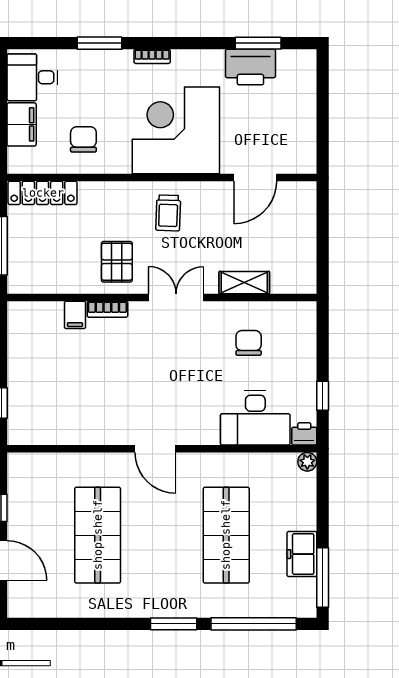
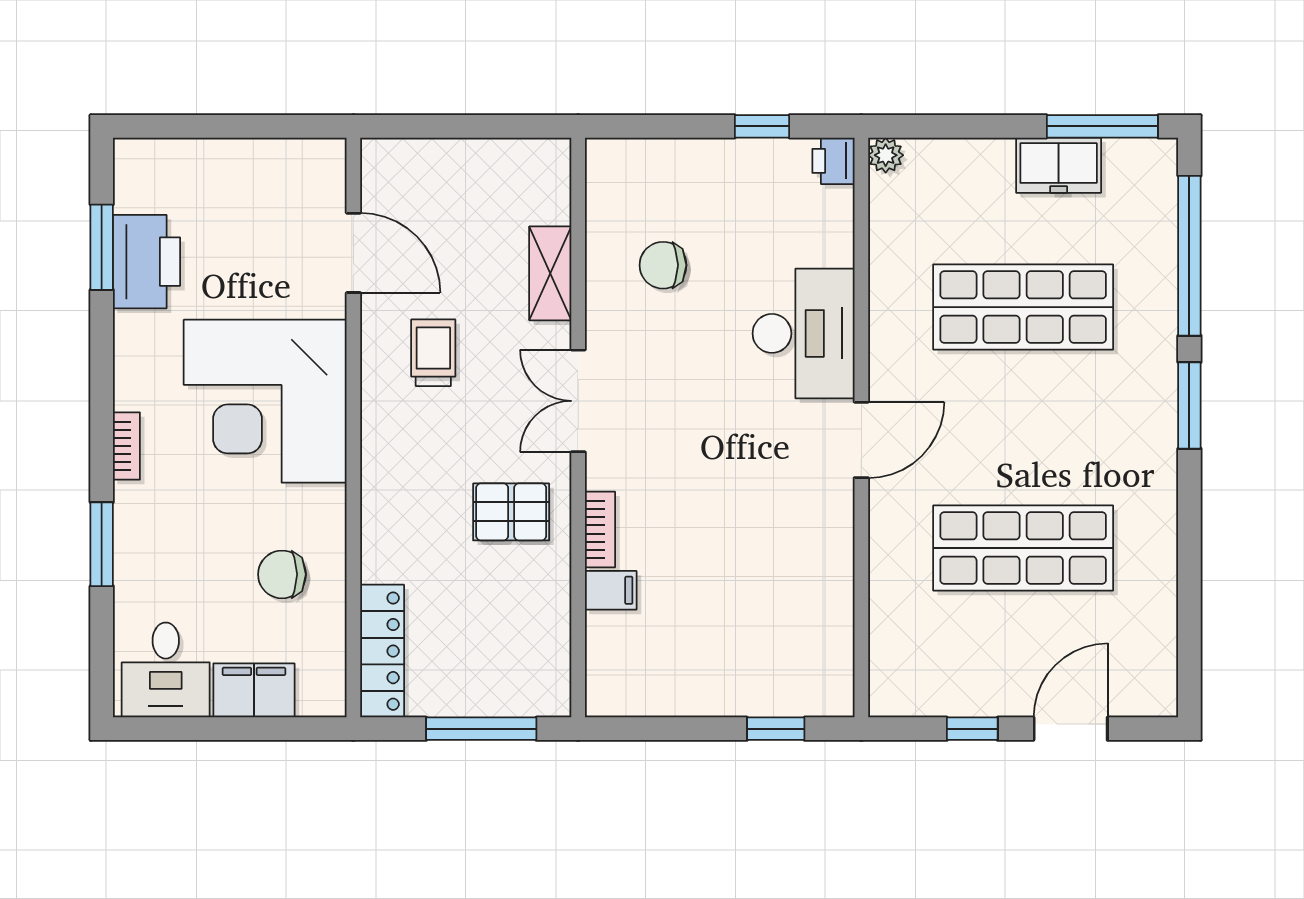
trolley: (168, 213) -> (433, 353), moved, turned -92
desk: (255, 418) -> (804, 333), moved

